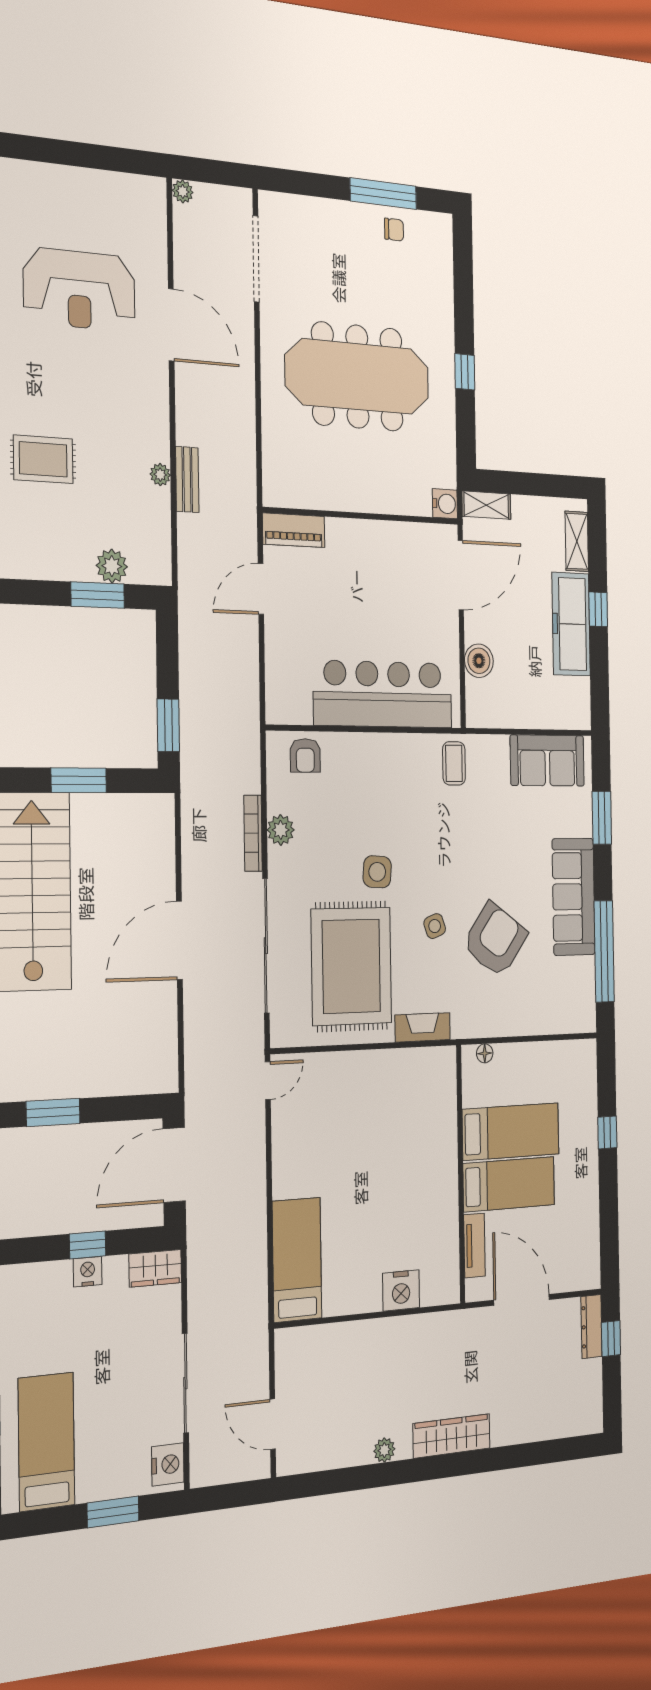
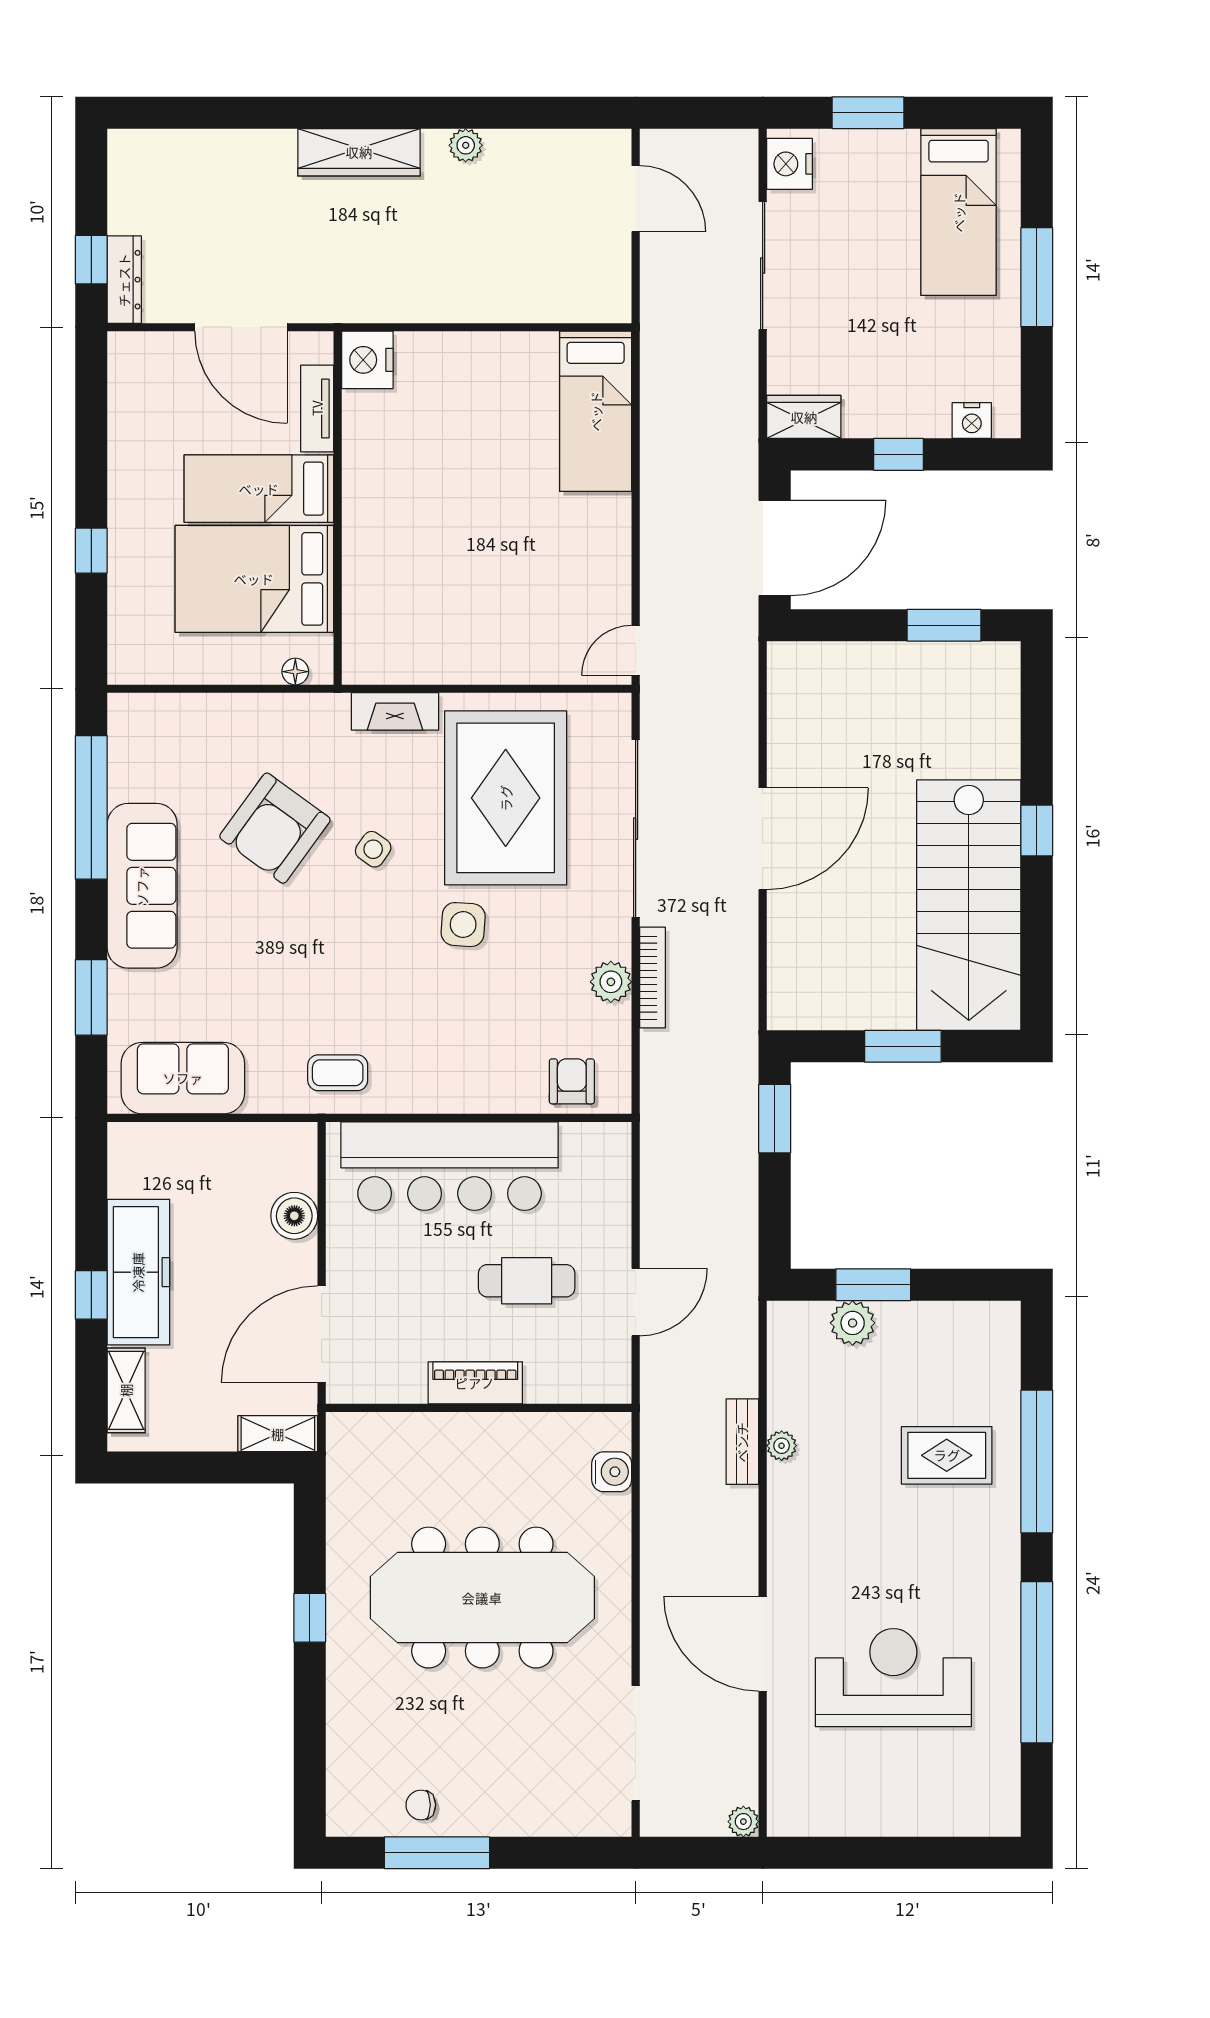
water cooler: (445, 504) -> (612, 1472), moved, turned 180
piano: (294, 530) -> (475, 1383), moved
cafe table: (332, 608) -> (527, 1281), added
coffee table: (454, 763) -> (338, 1073), turned 90
side table: (435, 926) -> (373, 849), turned -35
bed: (511, 1132) -> (254, 579), width x1.50
nightstand: (88, 1272) -> (972, 421), moved
nightstand: (401, 1290) -> (367, 360), moved, turned -90

